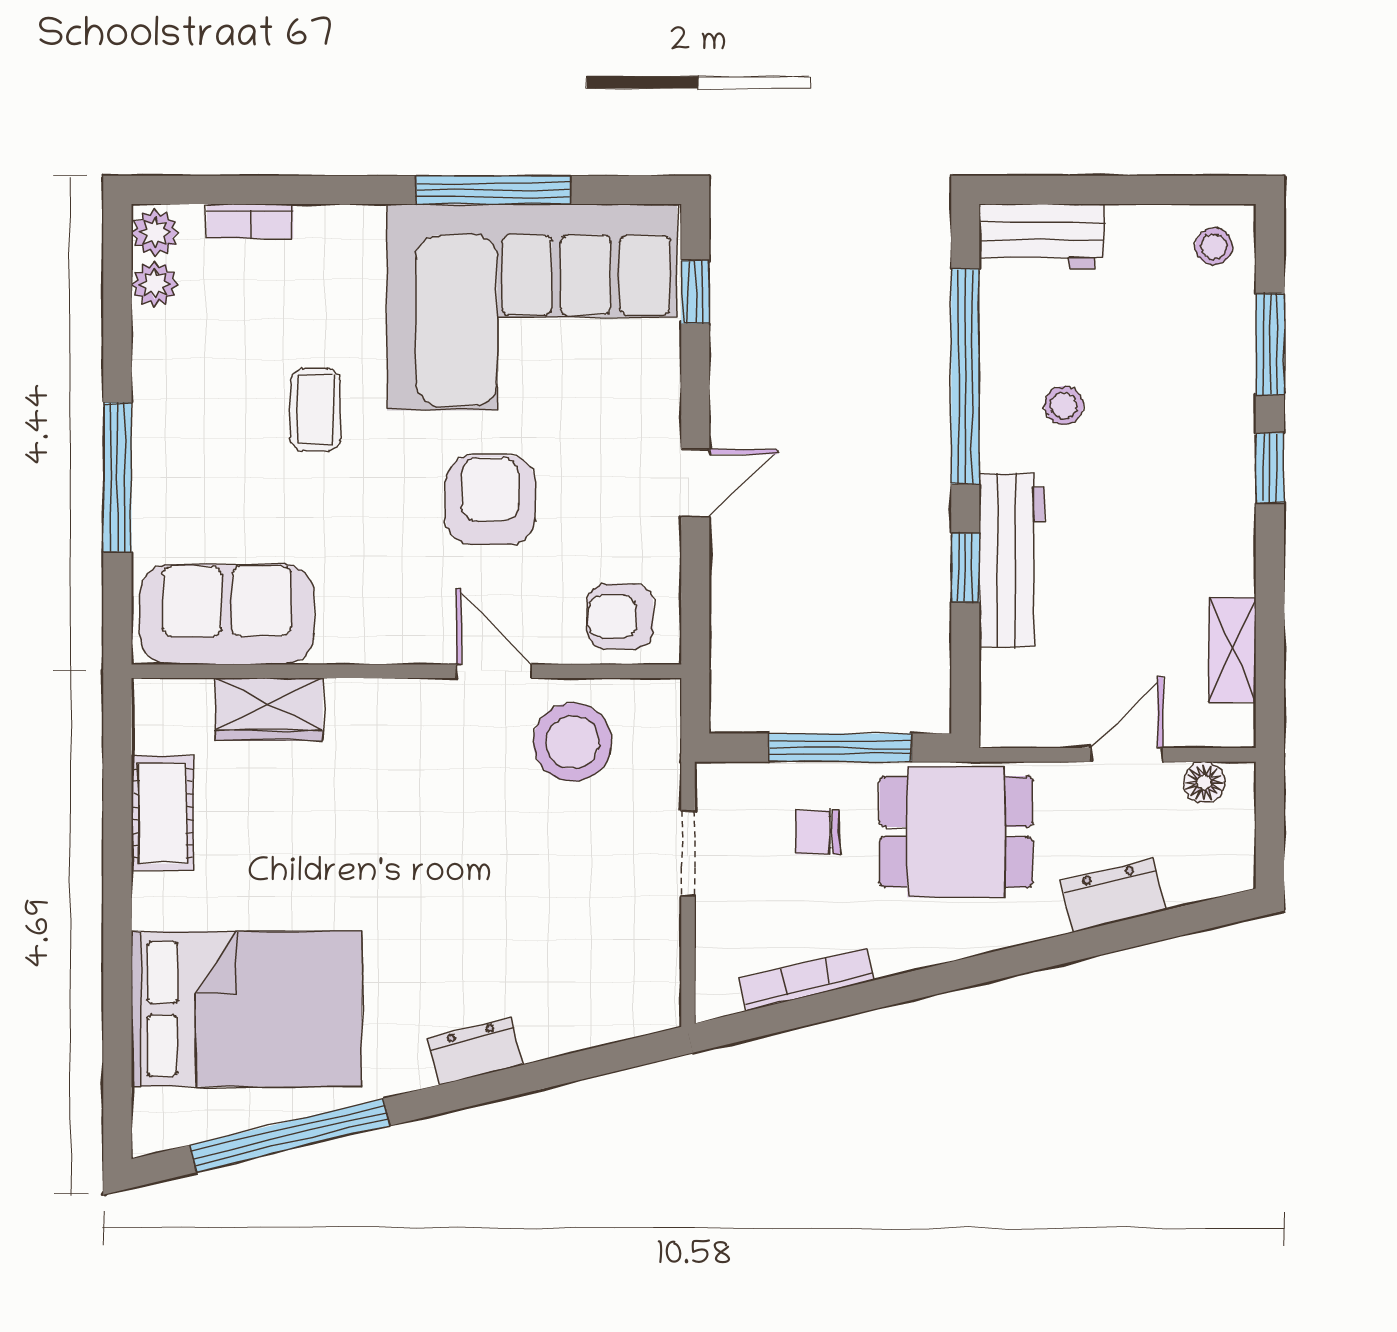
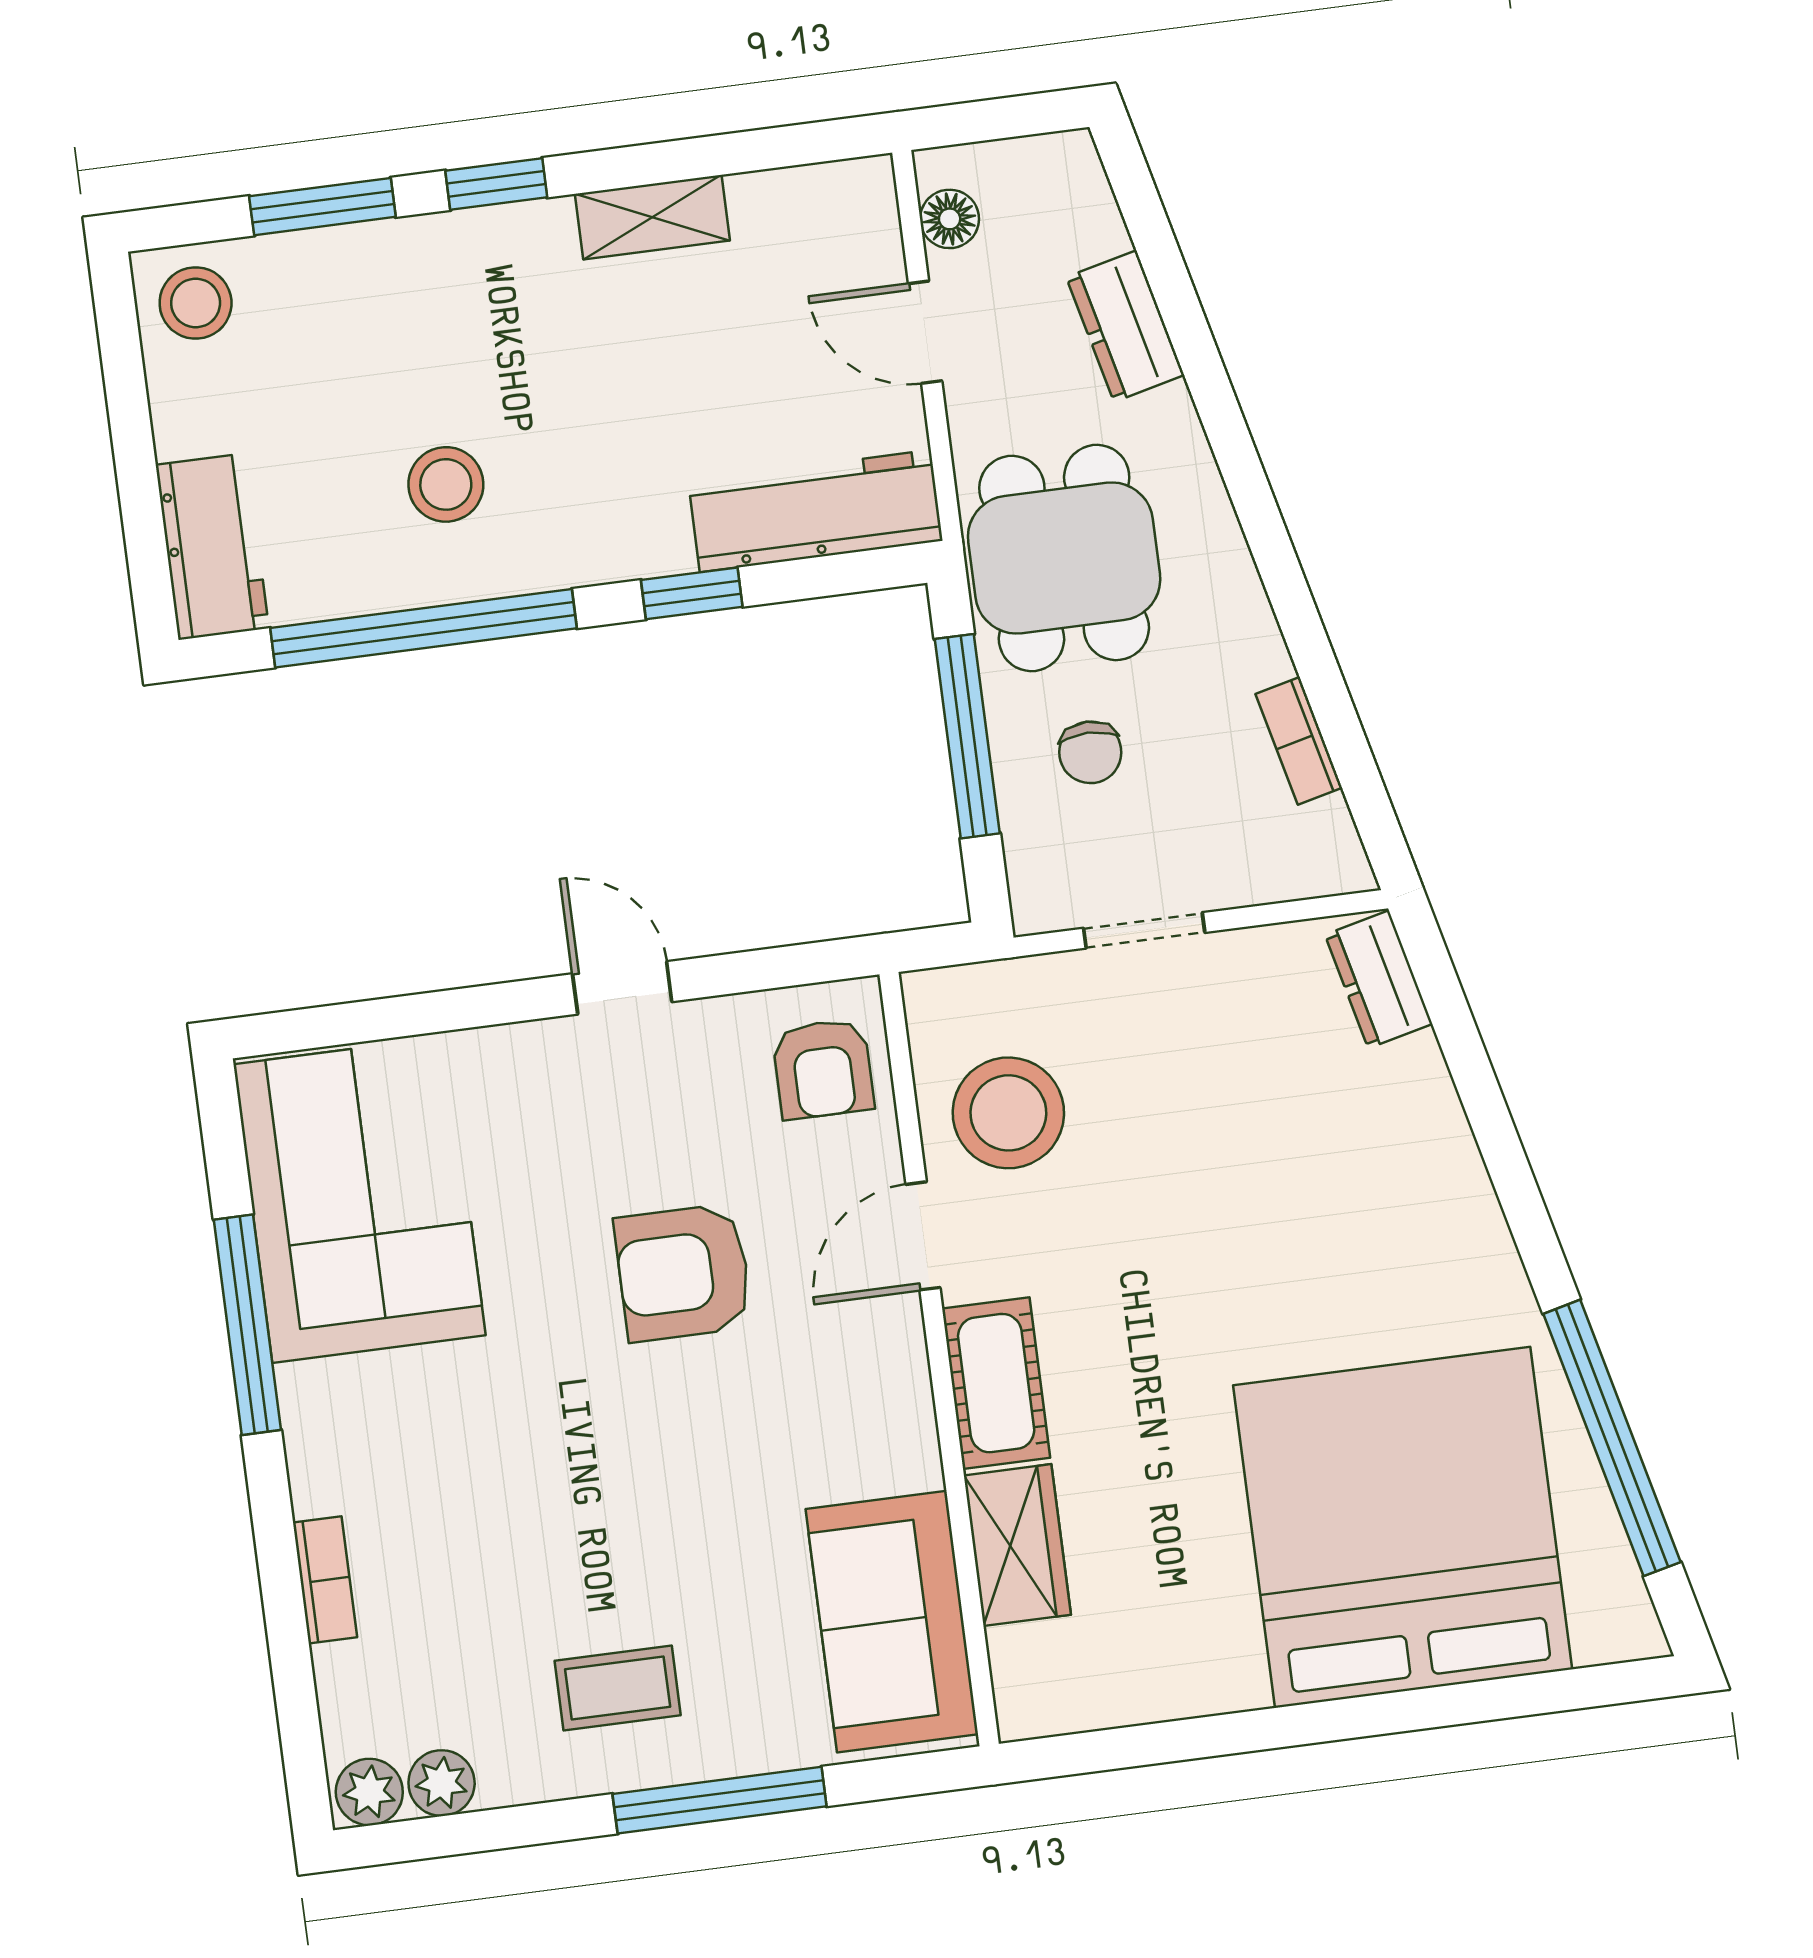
bookcase: (250, 221) -> (325, 1580), moved
stool: (1214, 246) -> (196, 303), width x1.37, depth x1.37
window: (695, 292) -> (354, 1023), removed
corner sofa: (532, 307) -> (360, 1200), width x0.73, depth x0.74
stool: (1064, 405) -> (446, 484), width x1.37, depth x1.37
coffee table: (315, 410) -> (618, 1688), moved
workbench: (1012, 560) -> (815, 511), moved
shelving: (1232, 650) -> (652, 217), moved
cot: (162, 813) -> (996, 1383), moved, turned 90
bookcase: (807, 979) -> (1299, 741), width x0.64
bed: (246, 1009) -> (1403, 1527), width x1.36
dresser: (475, 1052) -> (1379, 979), moved

